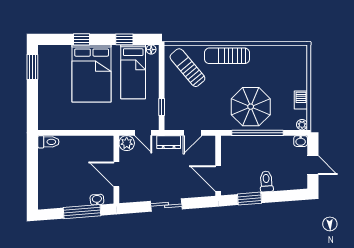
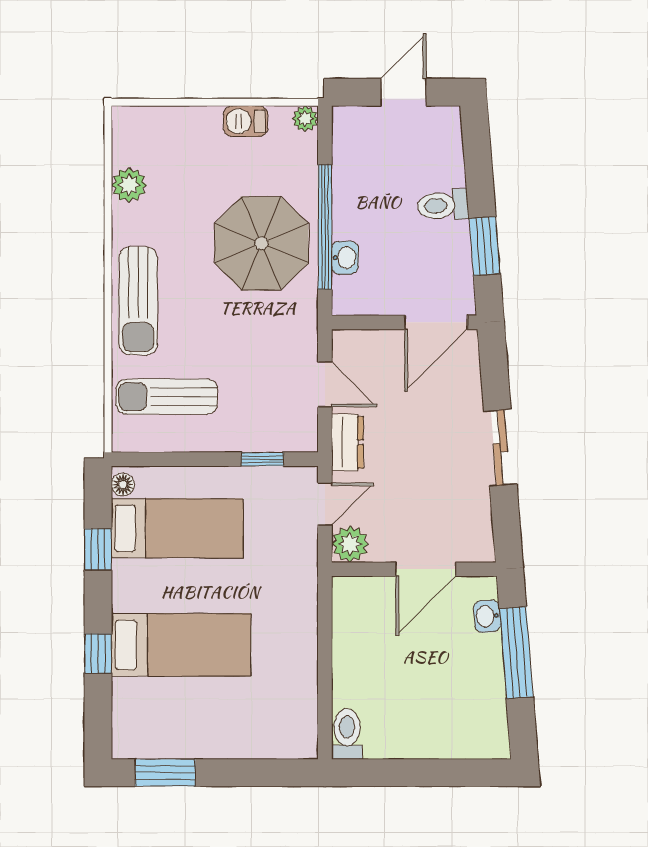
plant: (275, 52) -> (129, 185), added
sun lounger: (187, 68) -> (167, 397), turned 40
bed: (92, 73) -> (181, 645), width x0.67
washbasin: (301, 141) -> (345, 258), moved

